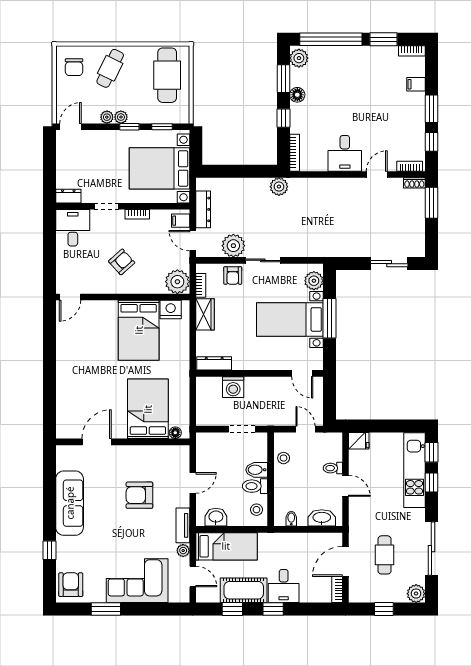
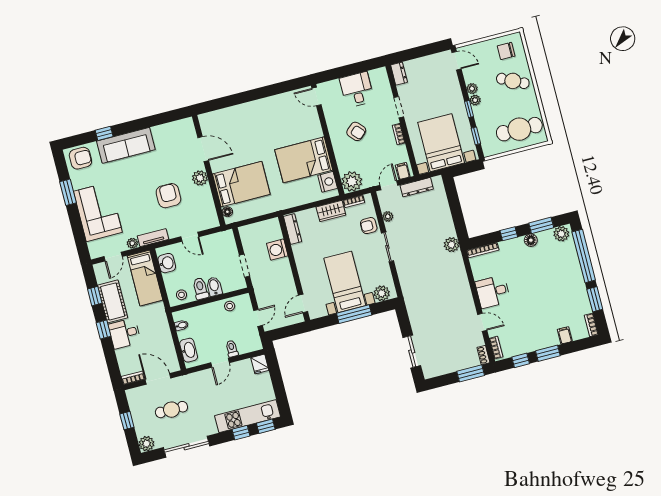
desk: (73, 228) -> (357, 90), moved, turned -90
plant: (233, 246) -> (388, 216), width x0.53, depth x0.53
plant: (129, 454) -> (200, 178), added
sofa: (70, 503) -> (126, 145), moved

